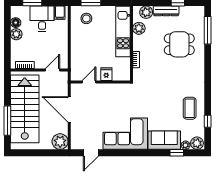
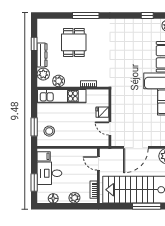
window: (208, 30) -> (86, 15), moved
plant: (16, 34) -> (74, 198), moved
coffee table: (190, 108) -> (135, 33), removed

